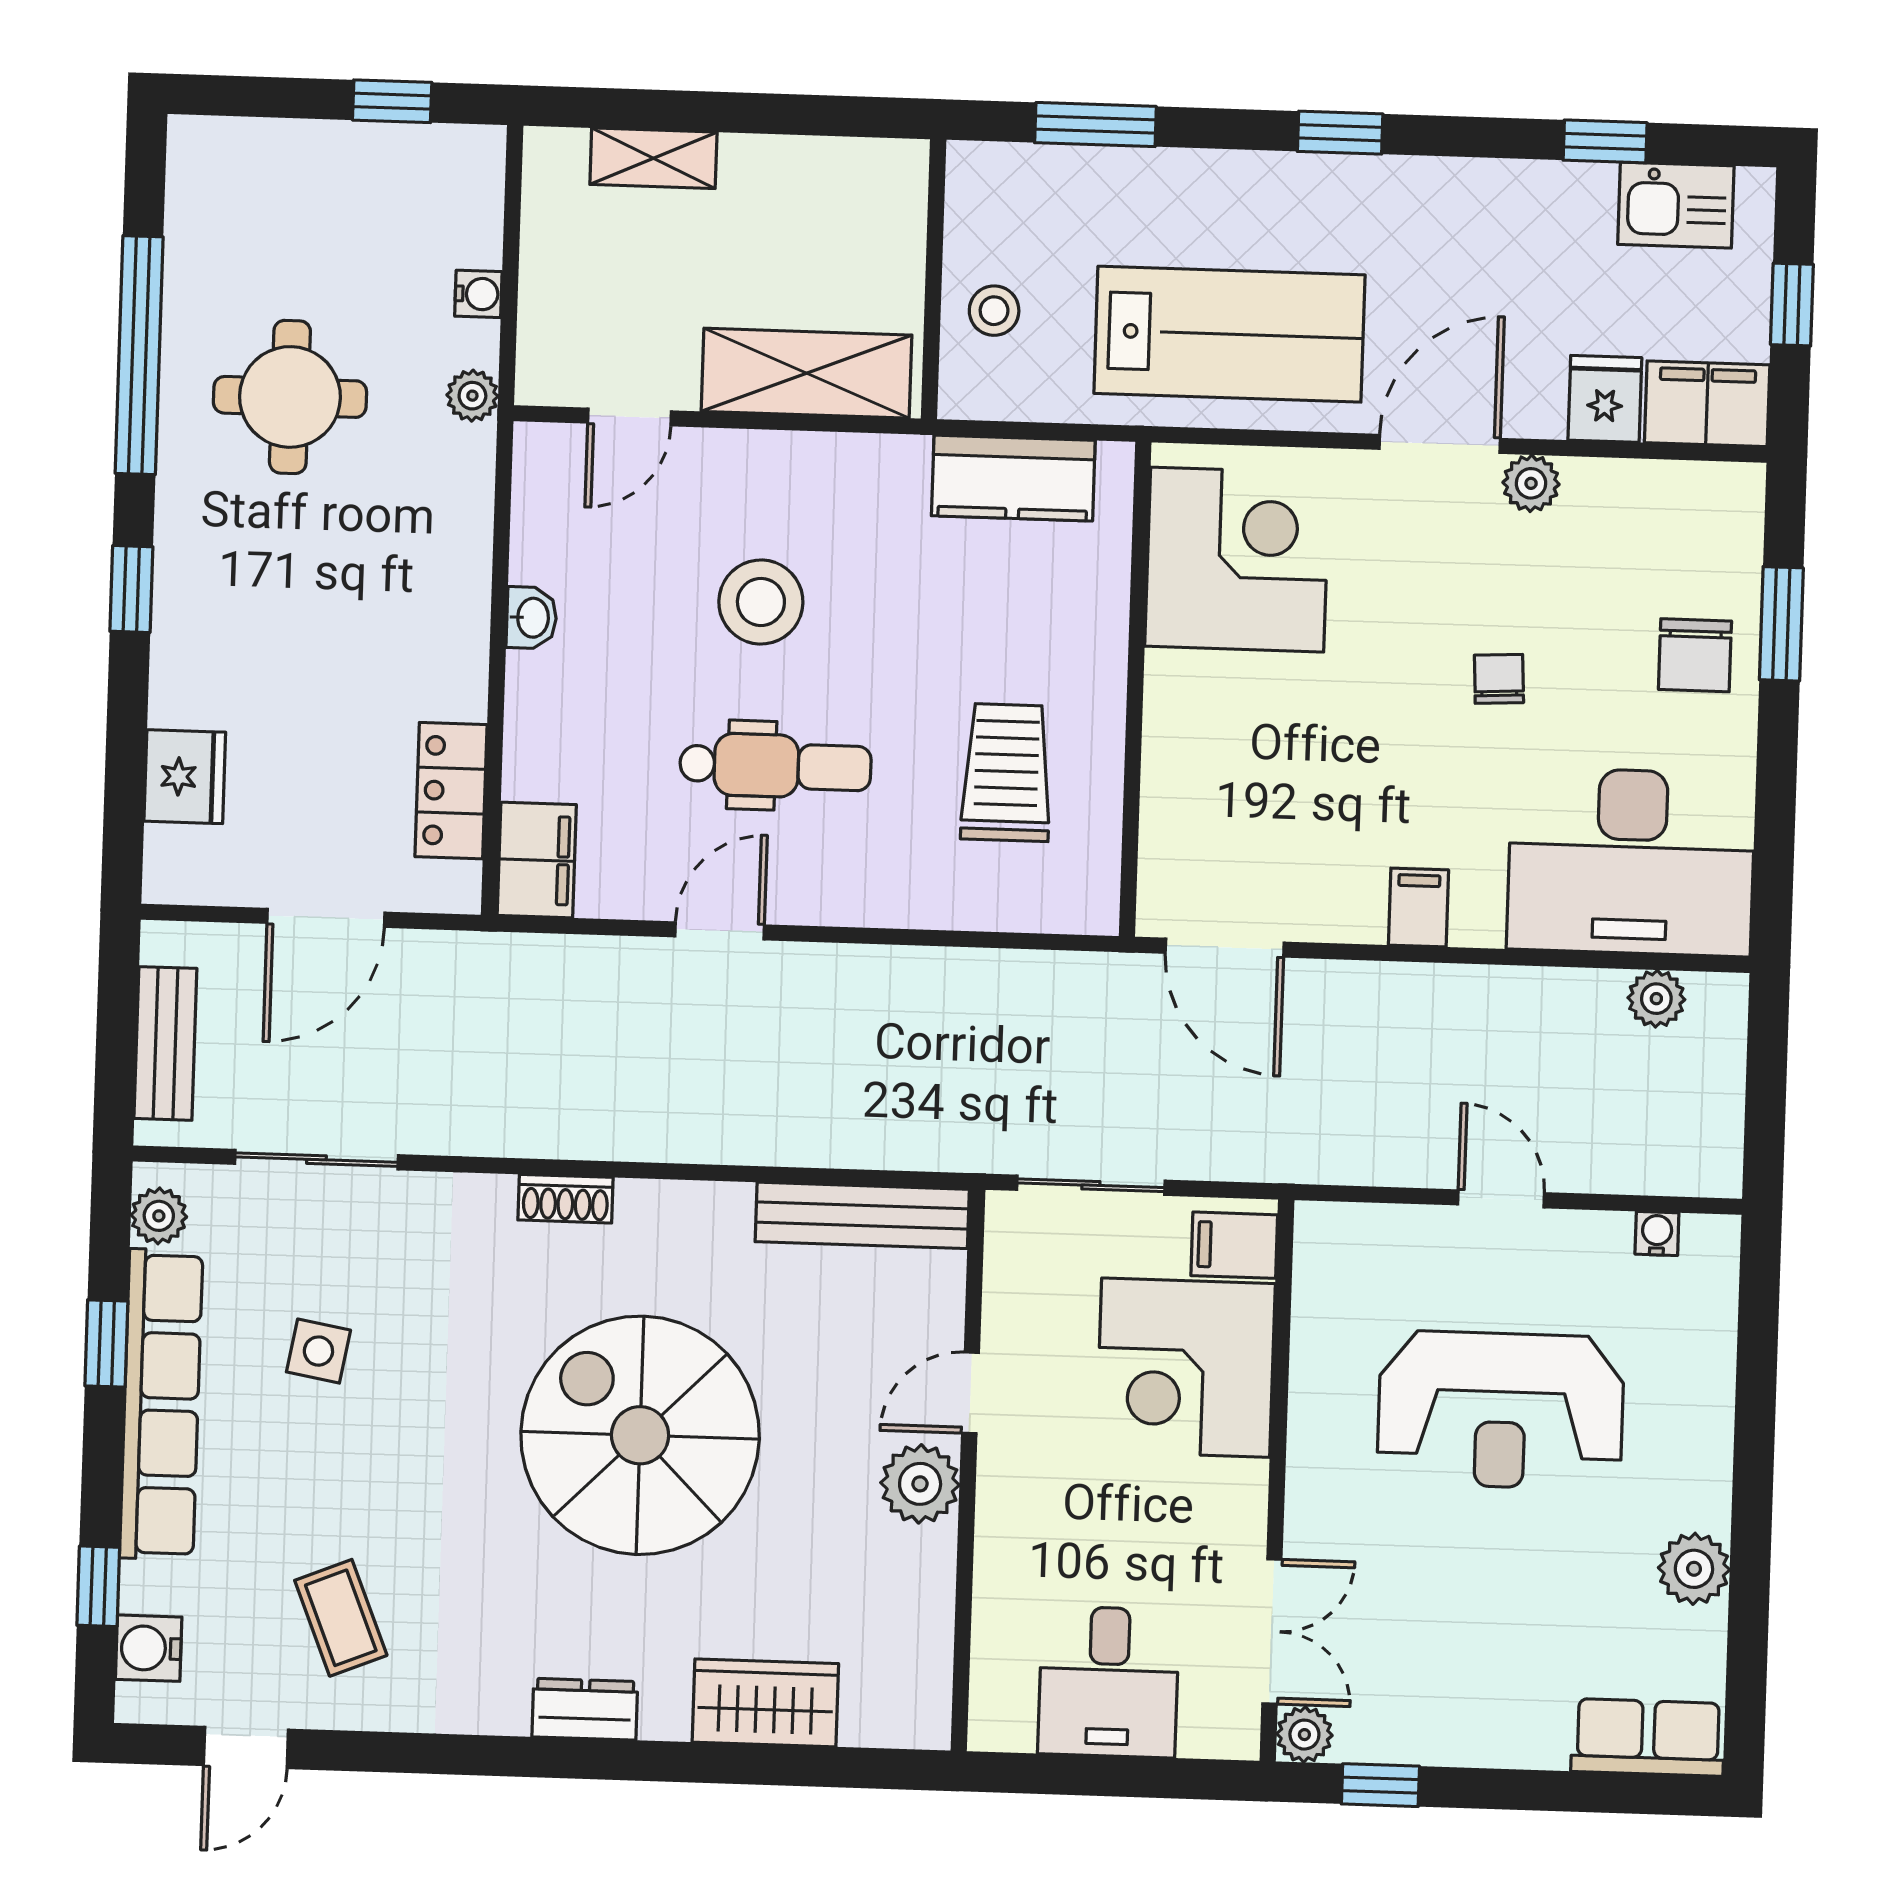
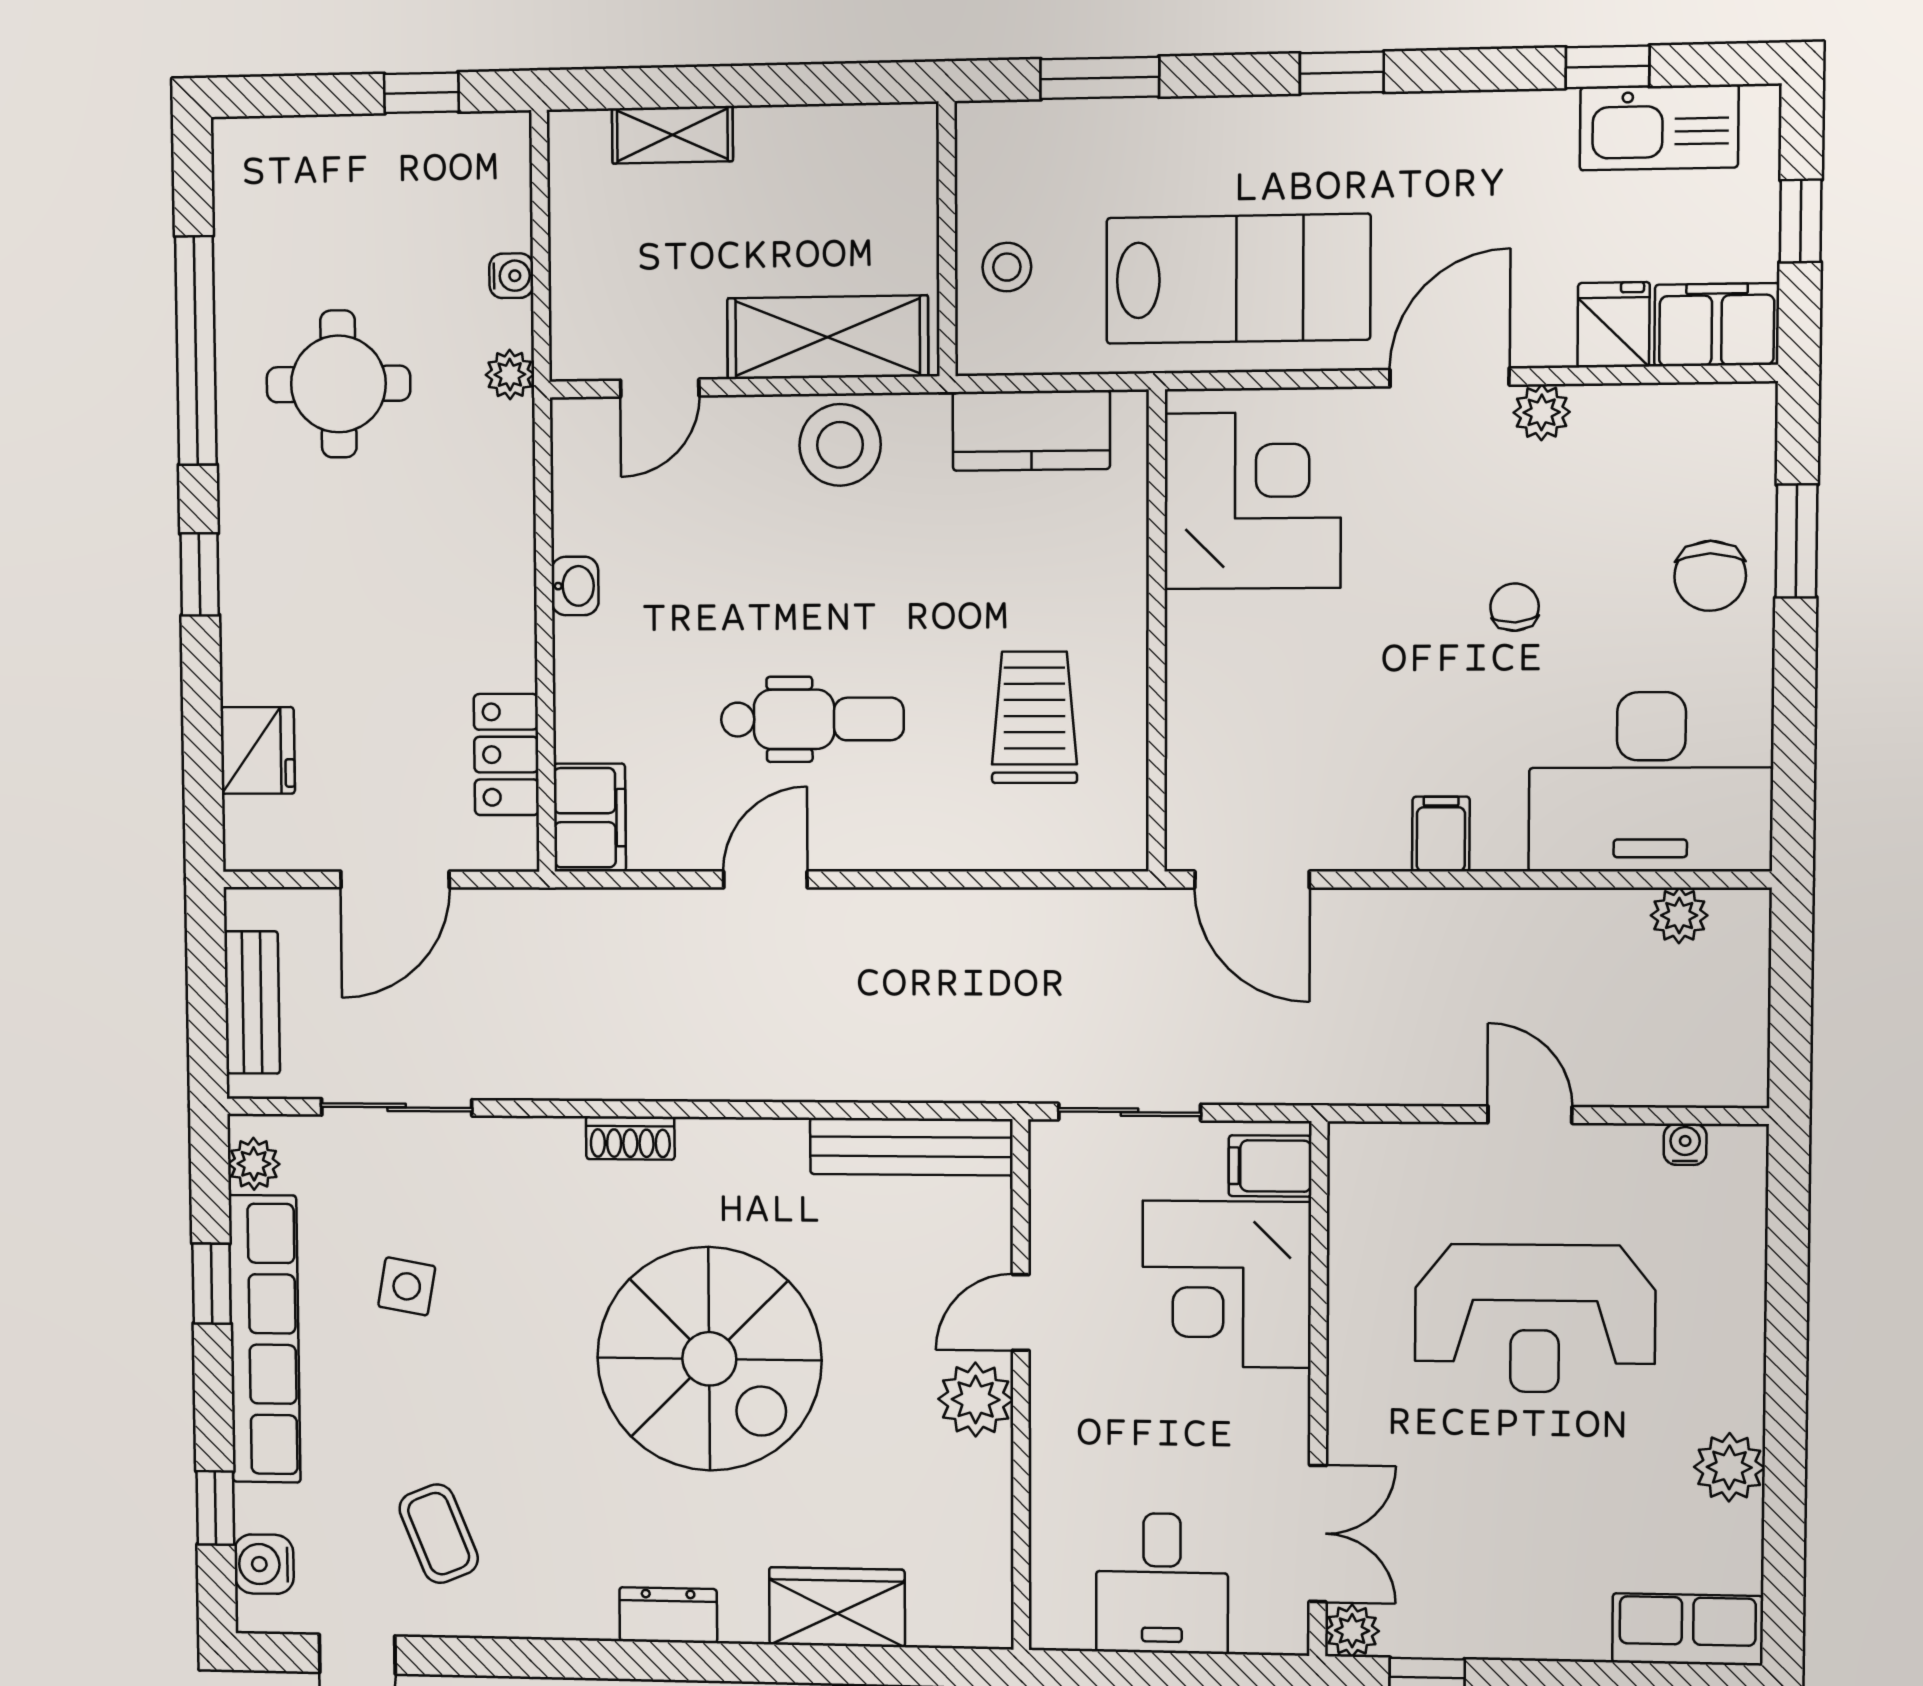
kitchen sink: (1676, 205) -> (1659, 128), width x1.38
stool: (761, 602) -> (840, 445), moved
spiral stairs: (640, 1435) -> (709, 1359), turned 180

